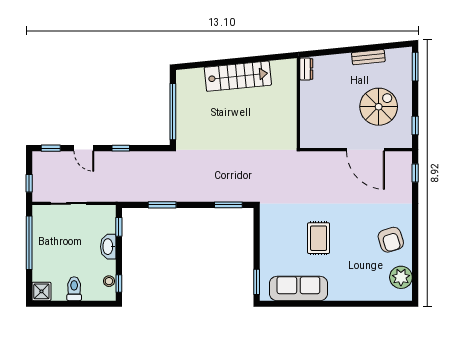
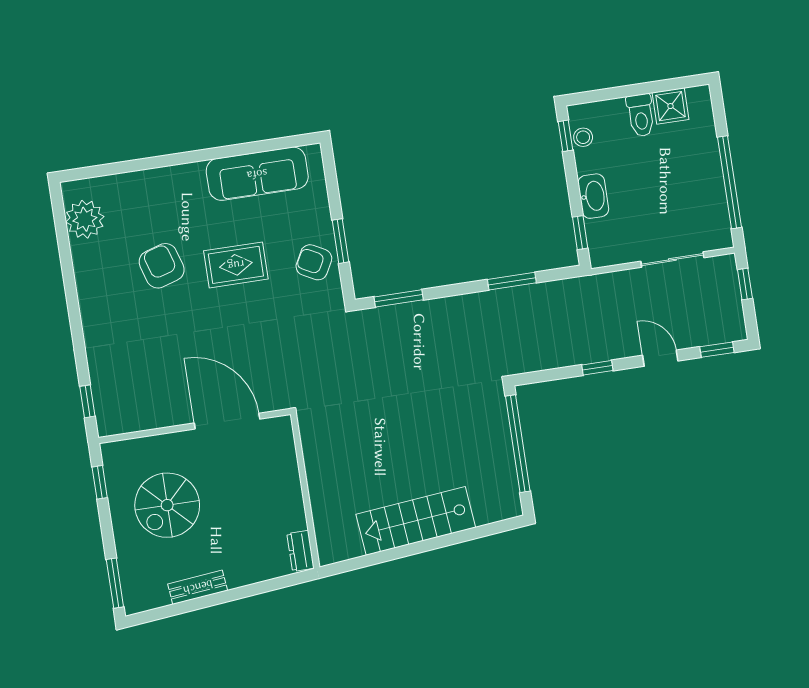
door: (365, 150) -> (227, 421), moved
armchair: (274, 233) -> (314, 262), added
rug: (319, 238) -> (236, 265), turned 90
armchair: (391, 240) -> (162, 266), moved
window: (257, 282) -> (341, 241), moved
shower: (41, 291) -> (670, 106), moved

